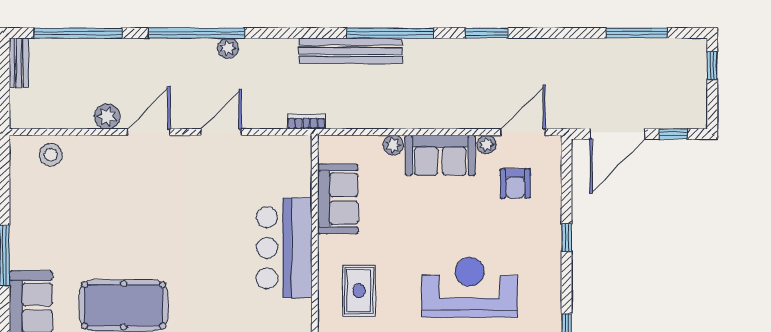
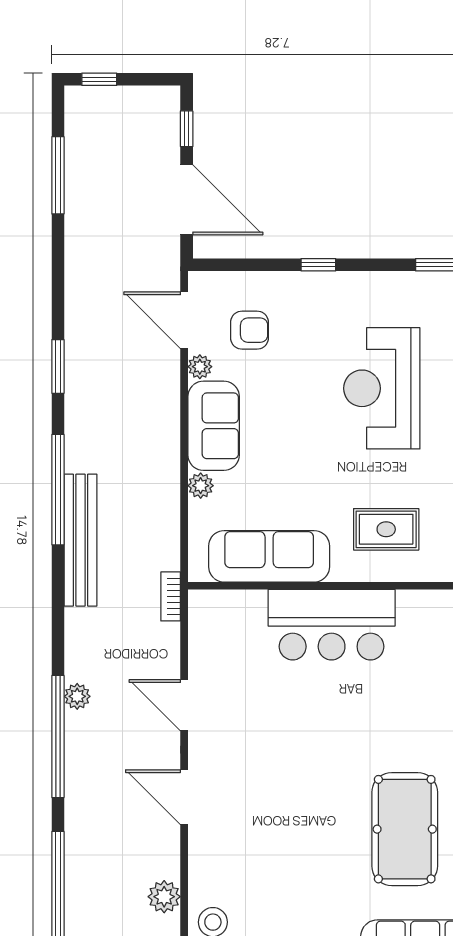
plant: (107, 116) -> (164, 897), moved
sofa: (338, 199) -> (269, 556), width x1.36

